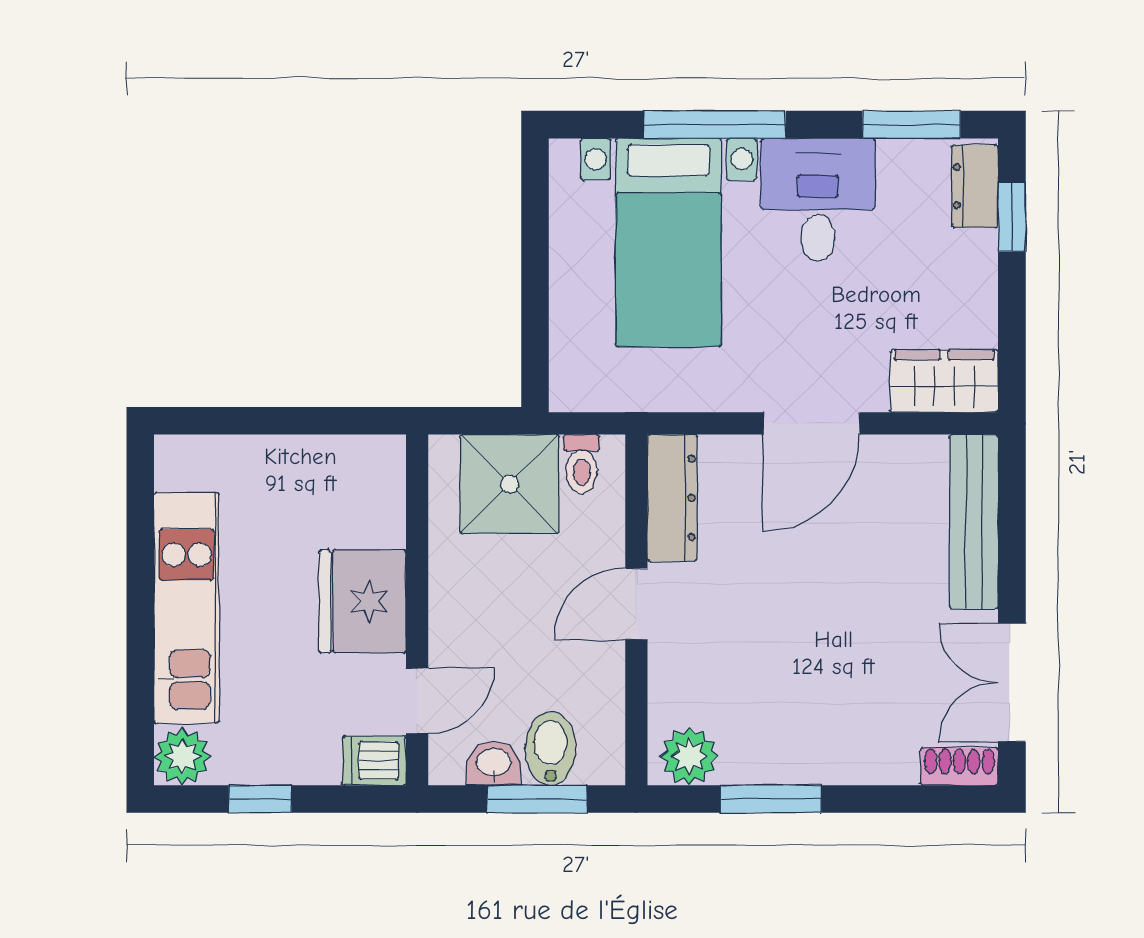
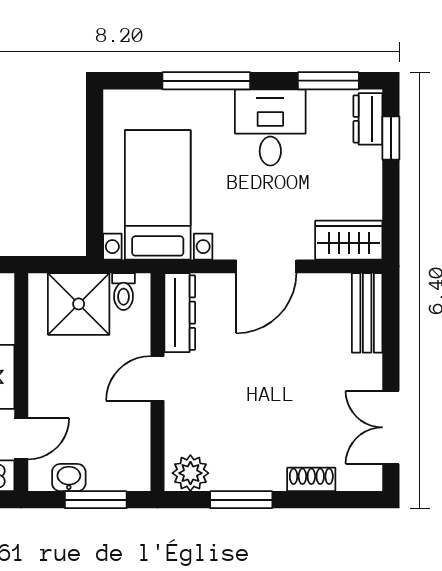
bed with nightstands: (669, 243) -> (158, 195), moved, turned 180
bench: (974, 522) -> (367, 313), width x0.73
bidet: (551, 748) -> (104, 468), removed
shoe rack: (959, 766) -> (311, 479), moved

